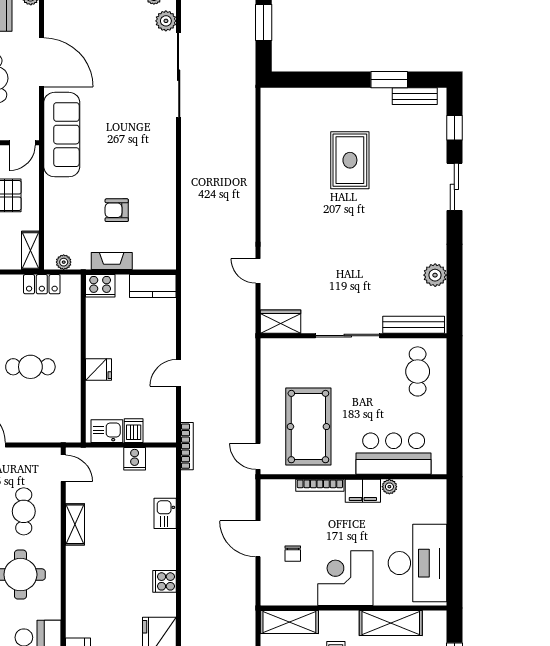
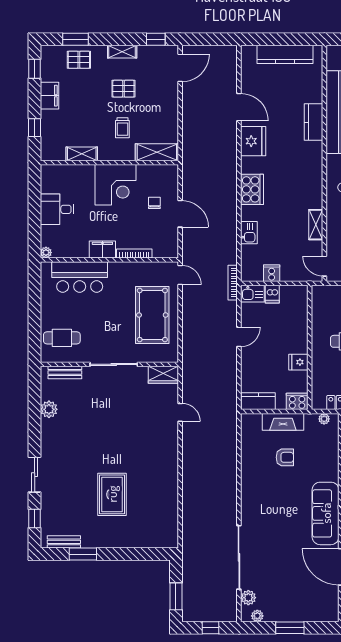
fireplace: (112, 261) -> (283, 422), width x1.37, depth x1.32
bench: (414, 325) -> (65, 373), width x0.73
fridge: (98, 370) -> (298, 362), moved
cafe table: (418, 371) -> (62, 338), turned 90
pool table: (308, 427) -> (152, 315), moved
kitchen sink: (107, 431) -> (252, 294), moved
plant: (389, 487) -> (46, 253), moved
desk: (417, 563) -> (57, 209), width x0.53, depth x0.77
cooker: (165, 581) -> (252, 189), width x1.87, depth x1.31
shelving: (391, 623) -> (82, 154), width x0.67, depth x0.75

